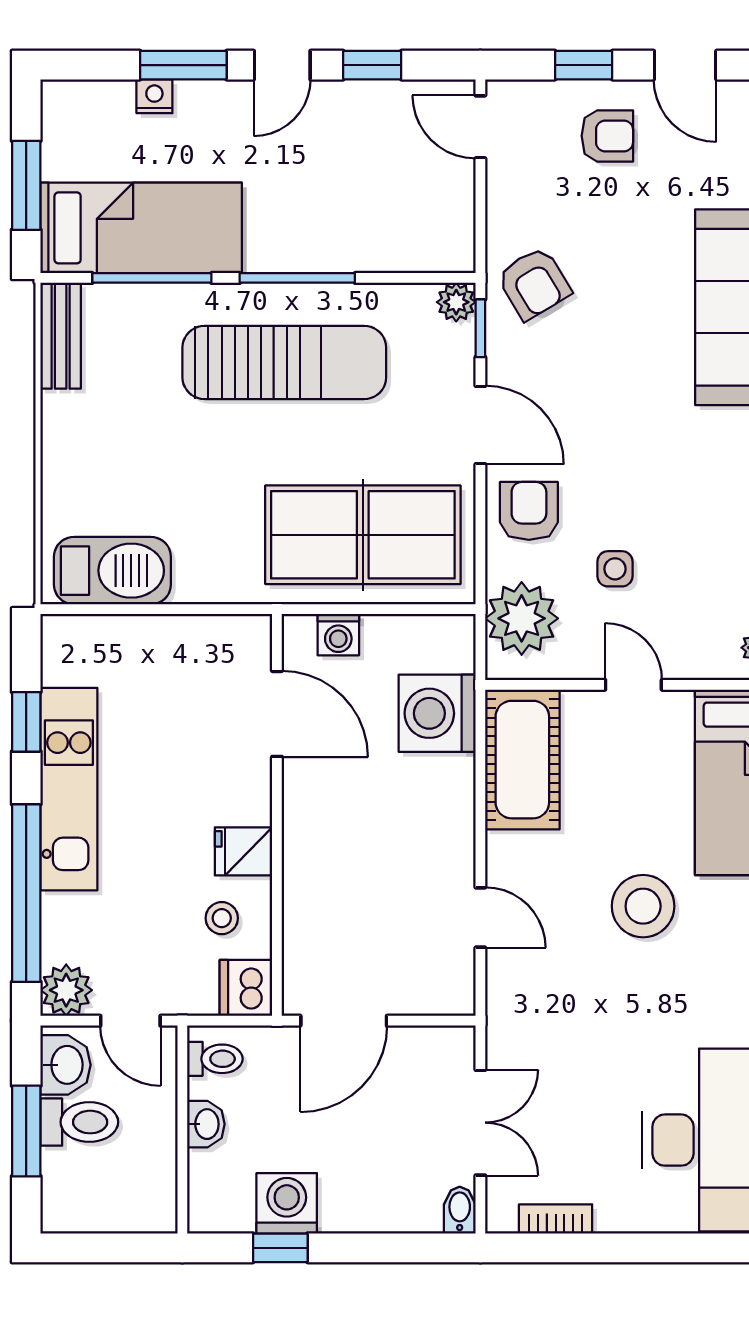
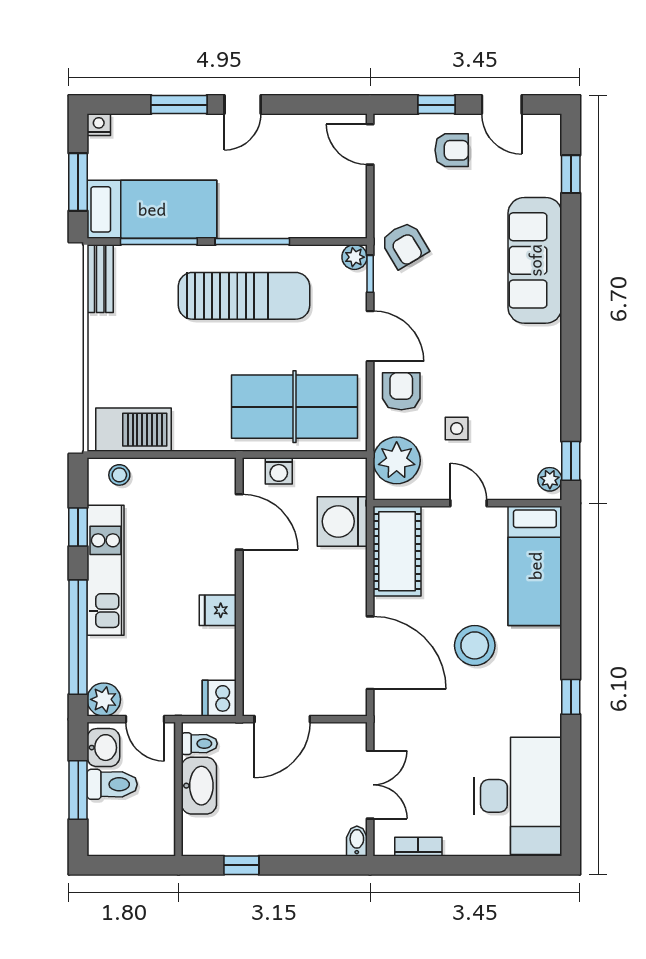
window: (372, 65) -> (301, 105), removed
nightstand: (154, 96) -> (99, 125), moved
stool: (222, 918) -> (119, 475), moved
door: (480, 918) -> (370, 653), width x1.87
washbasin: (206, 1124) -> (199, 786), width x1.91, depth x1.45
washing machine: (287, 1203) -> (246, 837), removed

